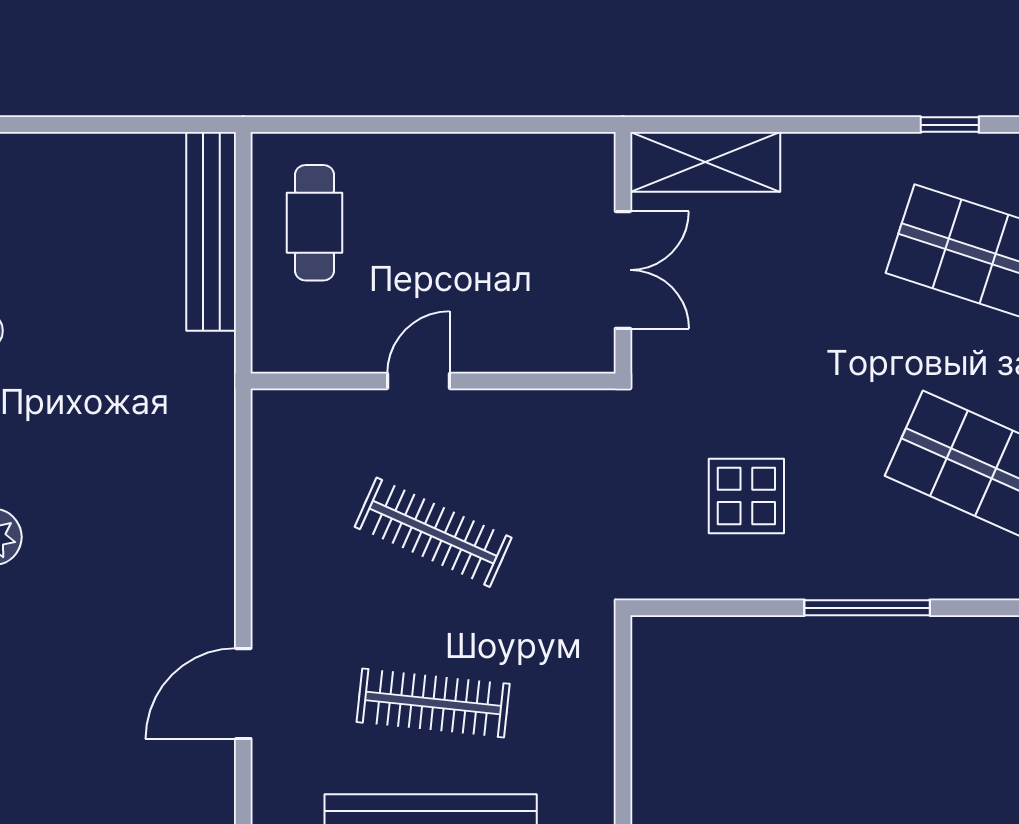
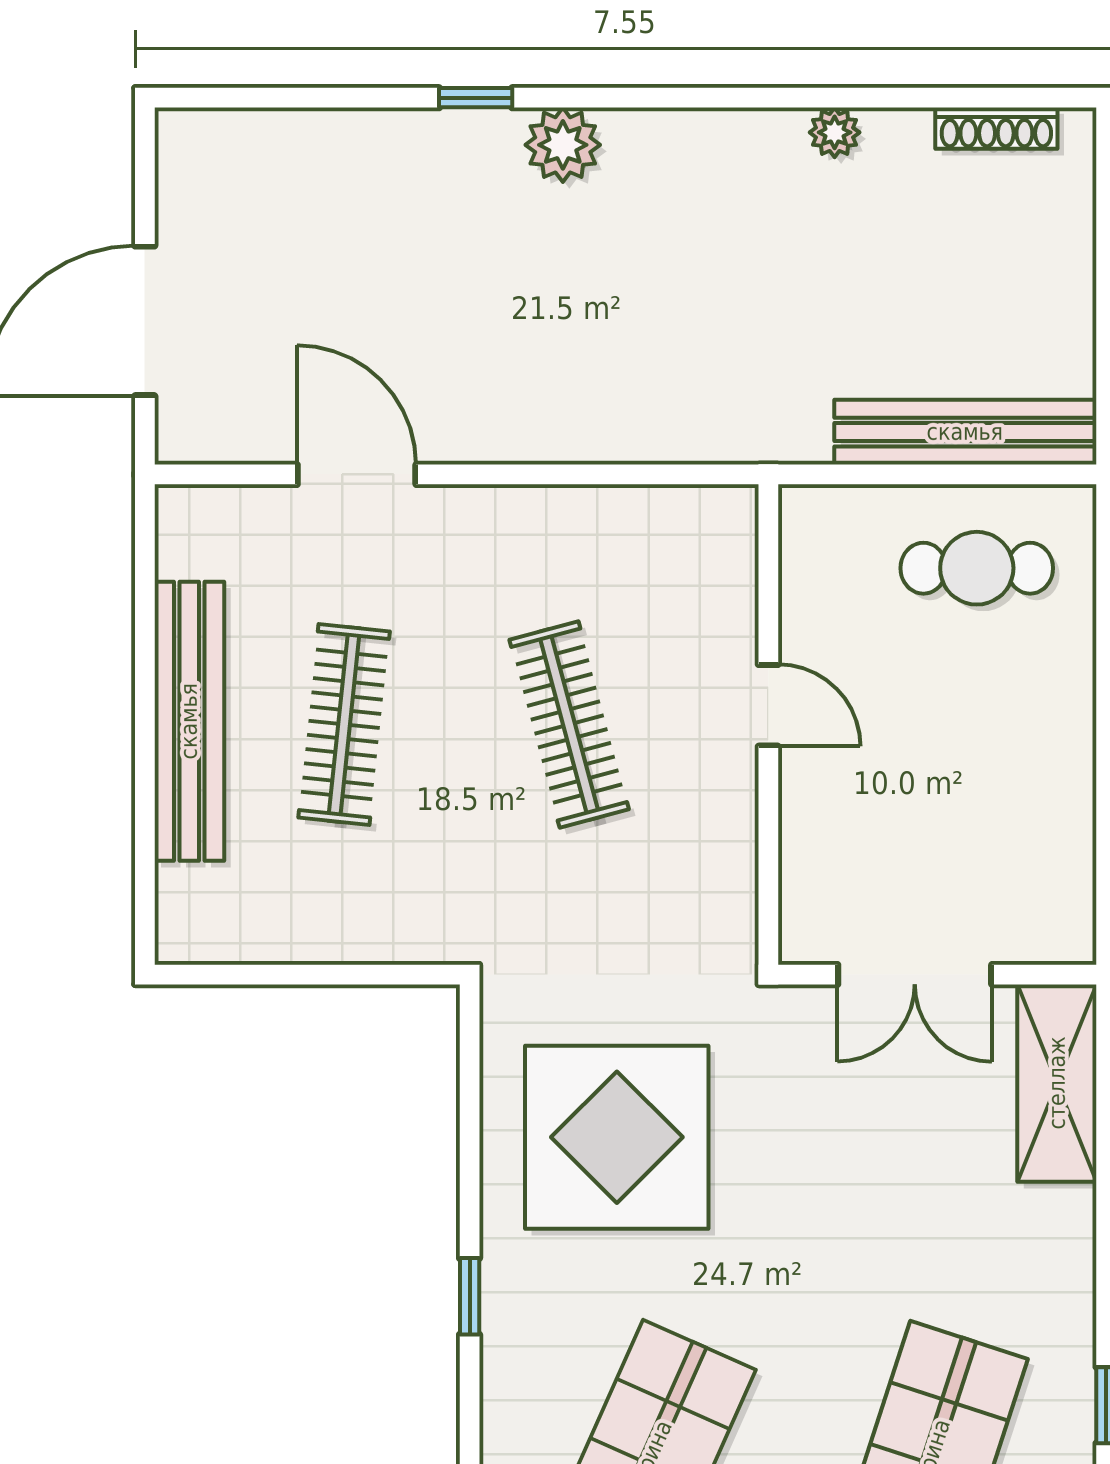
display table: (746, 496) -> (617, 1137), width x1.86, depth x1.86
clothes rail: (433, 532) -> (569, 725), turned -39
window: (867, 608) -> (470, 1296), width x0.46

